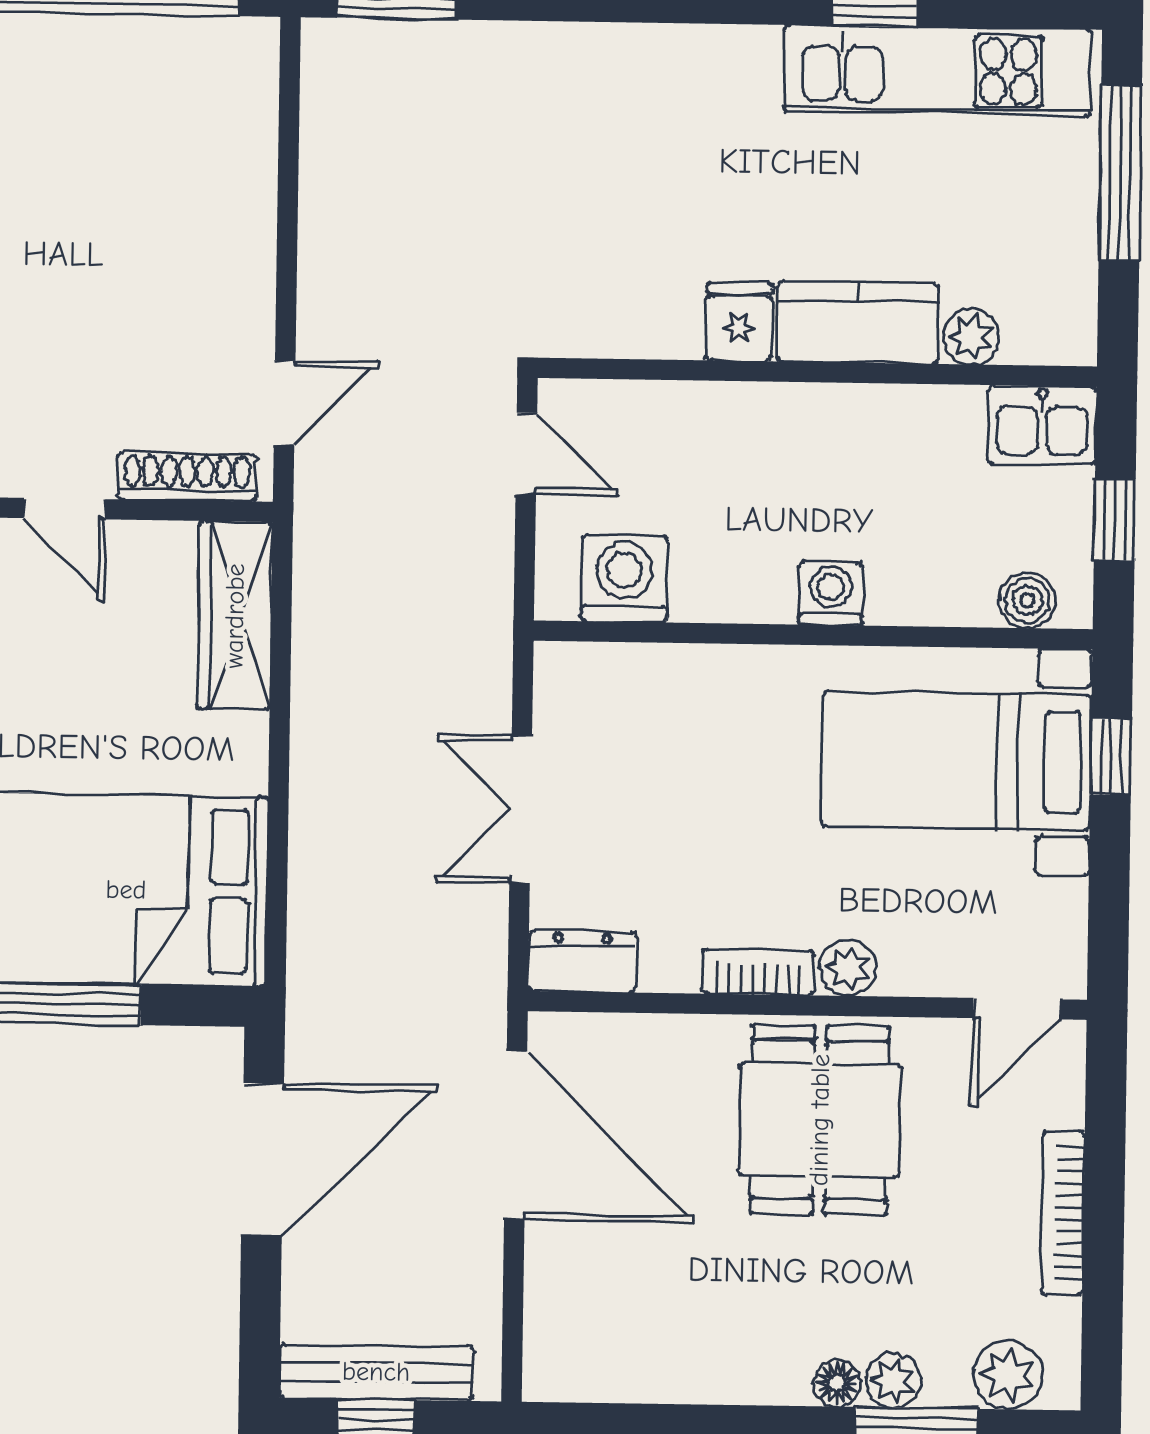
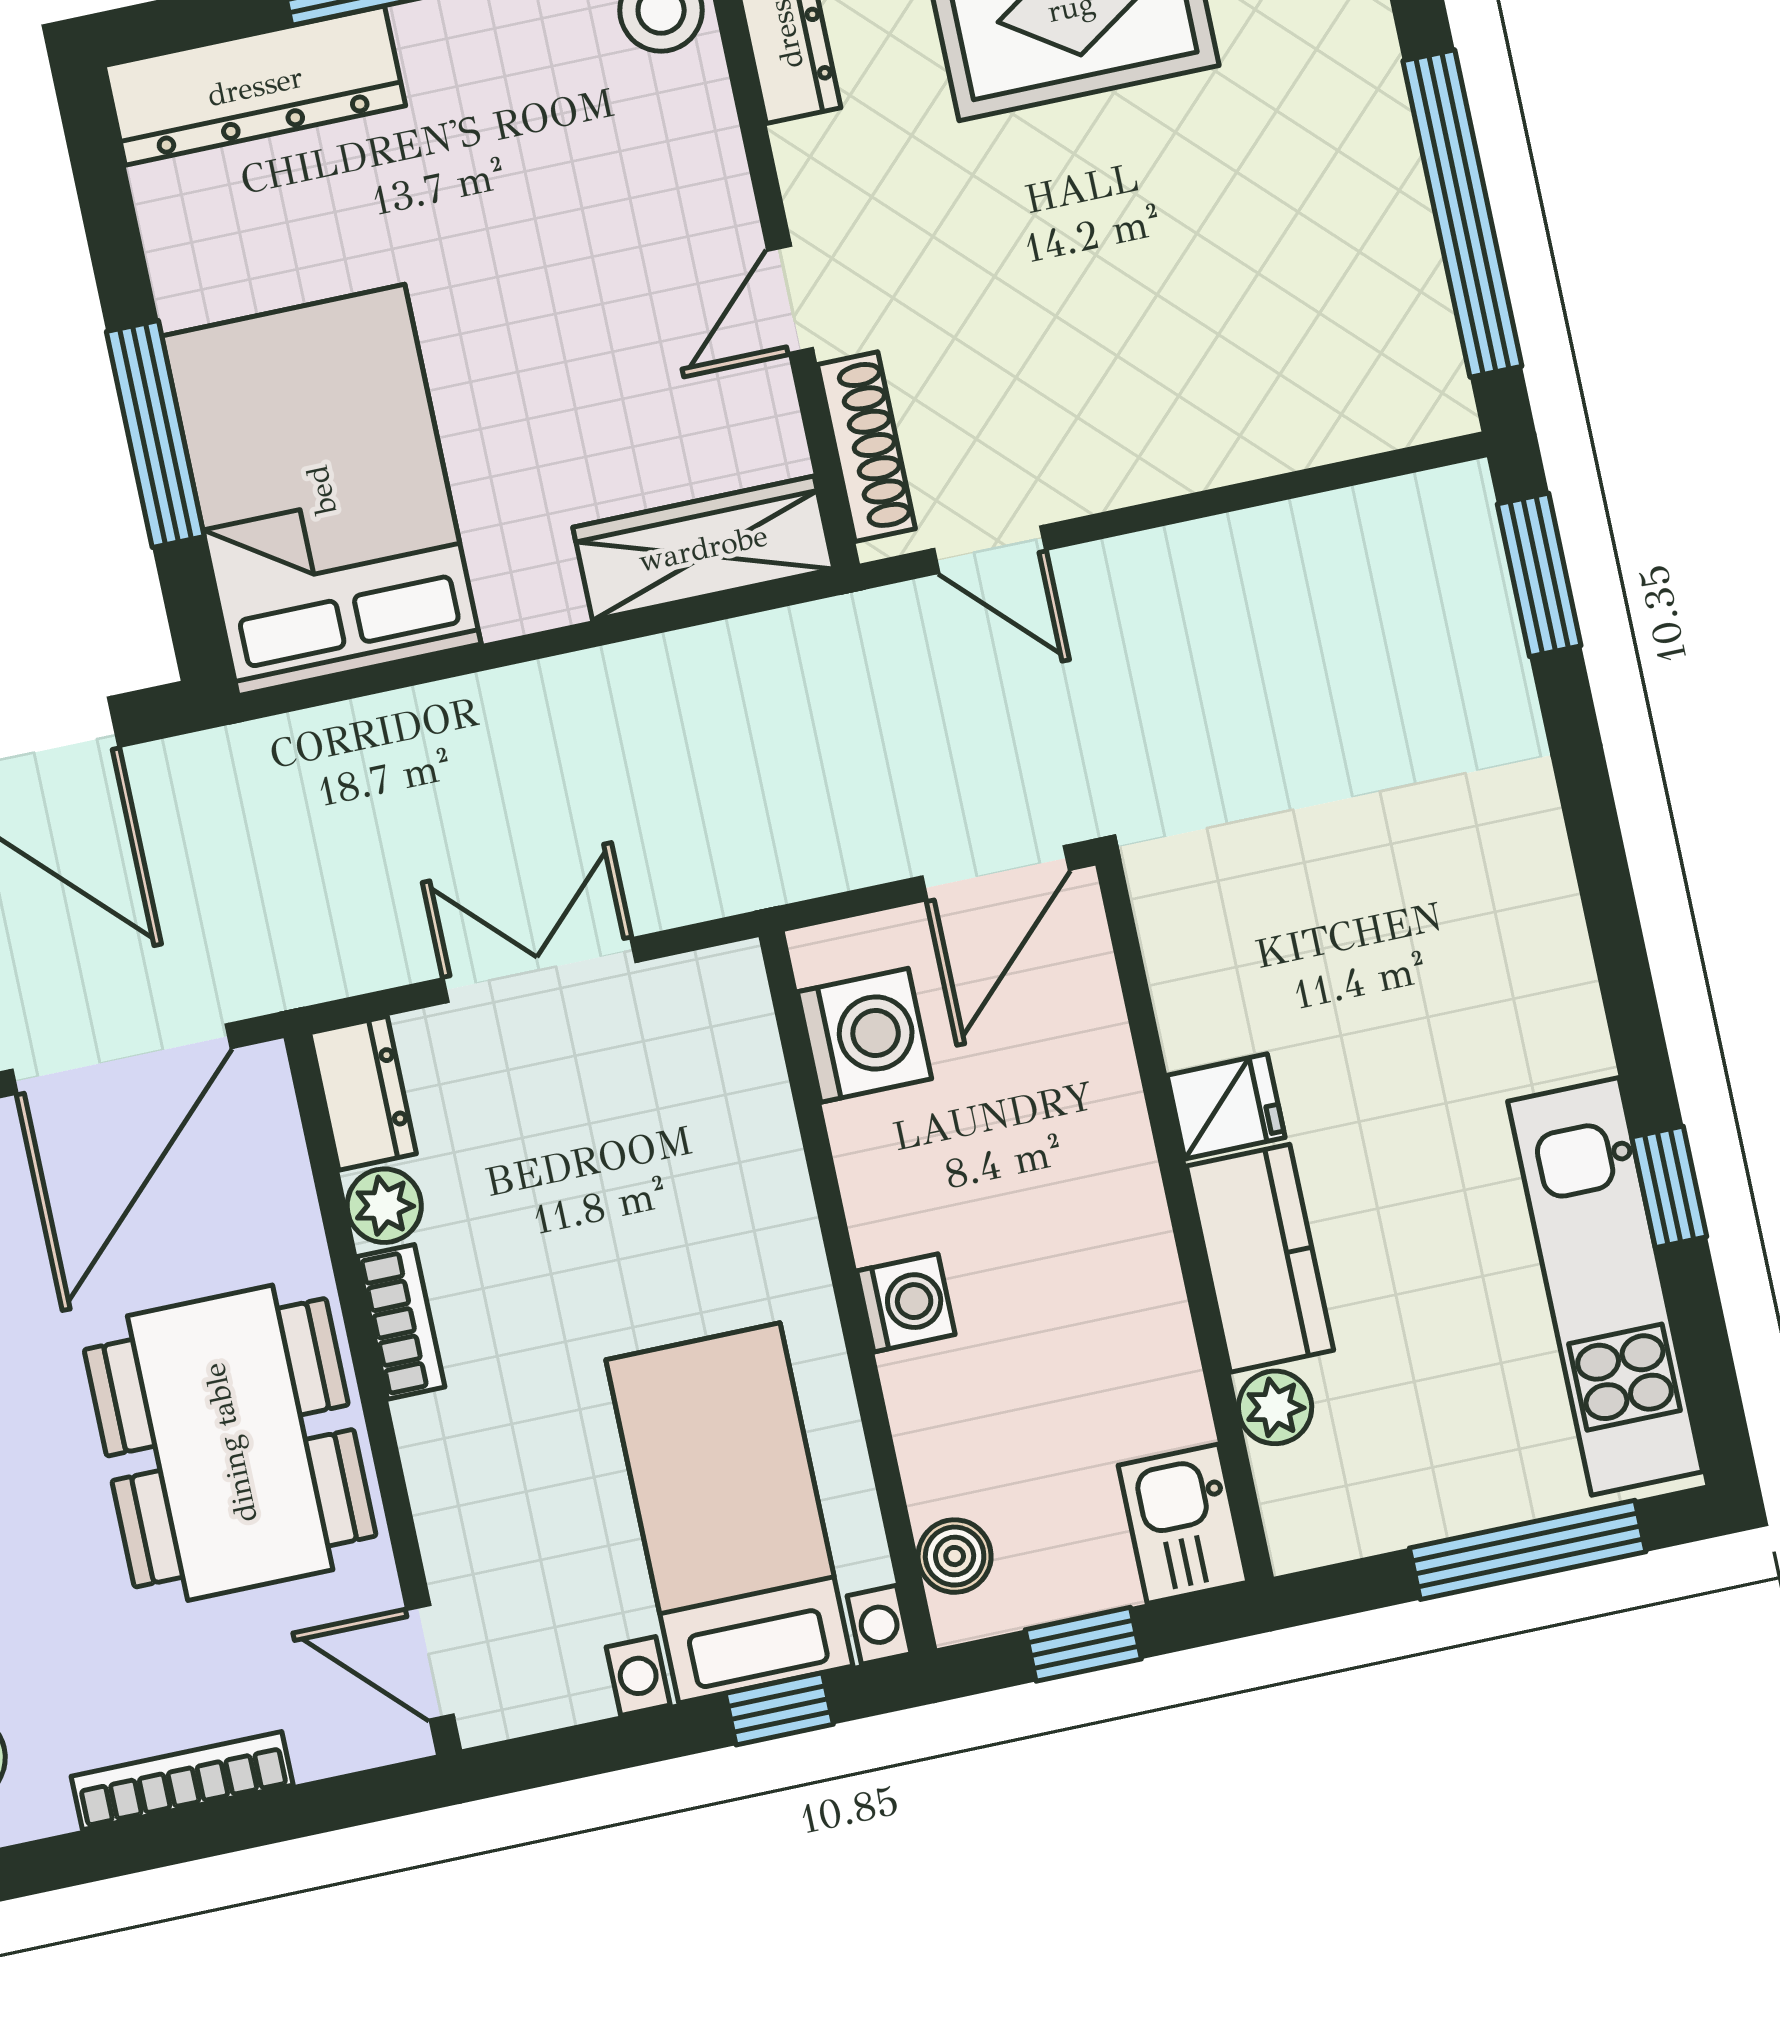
door: (526, 454) -> (996, 873), width x1.38
plant: (848, 968) -> (384, 1206), moved
dining table: (820, 1120) -> (230, 1443), width x1.38

